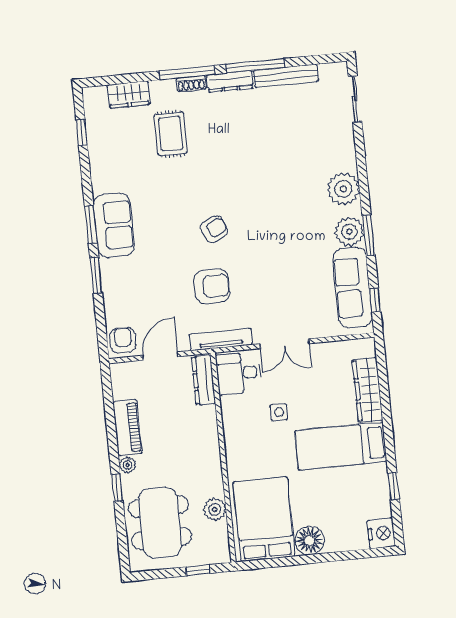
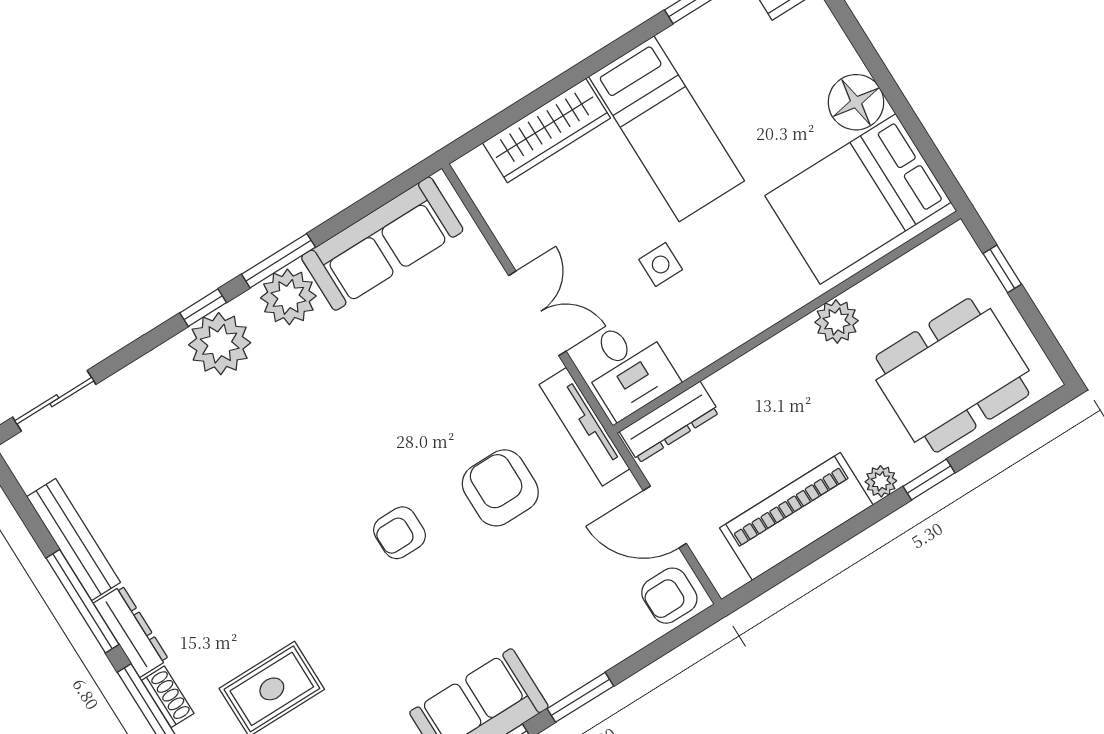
armchair: (214, 229) -> (400, 533), turned -64
window: (375, 300) -> (203, 308), moved
piano: (128, 428) -> (796, 516), width x1.37, depth x1.33
plant: (215, 509) -> (837, 321), moved

